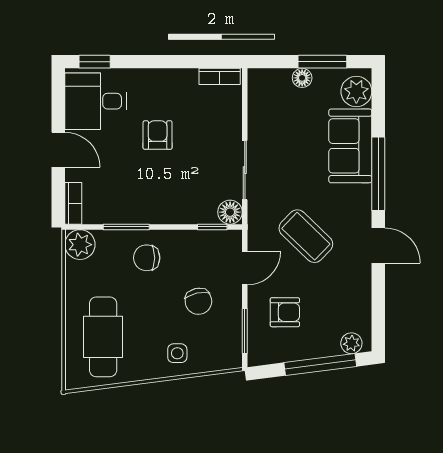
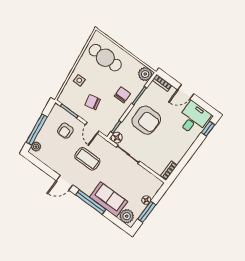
armchair: (158, 135) -> (146, 120), moved, width x1.88, depth x1.88
coffee table: (306, 236) -> (87, 159), turned 46

